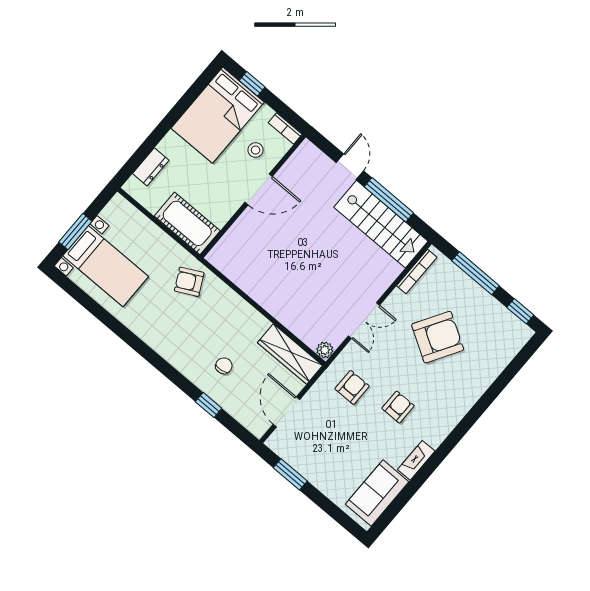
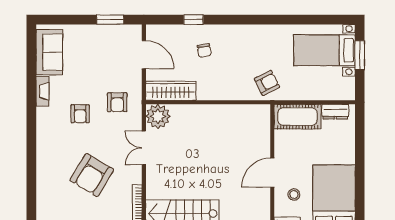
dresser: (151, 167) -> (335, 112), moved, turned -90
plant: (325, 350) -> (158, 116), width x1.88, depth x1.88

